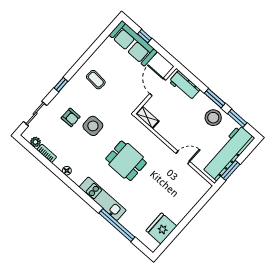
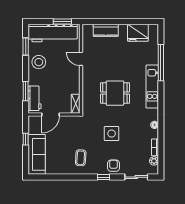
window: (145, 36) -> (26, 139), moved
window: (215, 98) -> (26, 91), moved
armchair: (71, 117) -> (113, 166), moved
dining table: (126, 161) -> (115, 93), turned 90
kitchen counter: (189, 202) -> (106, 30), added

